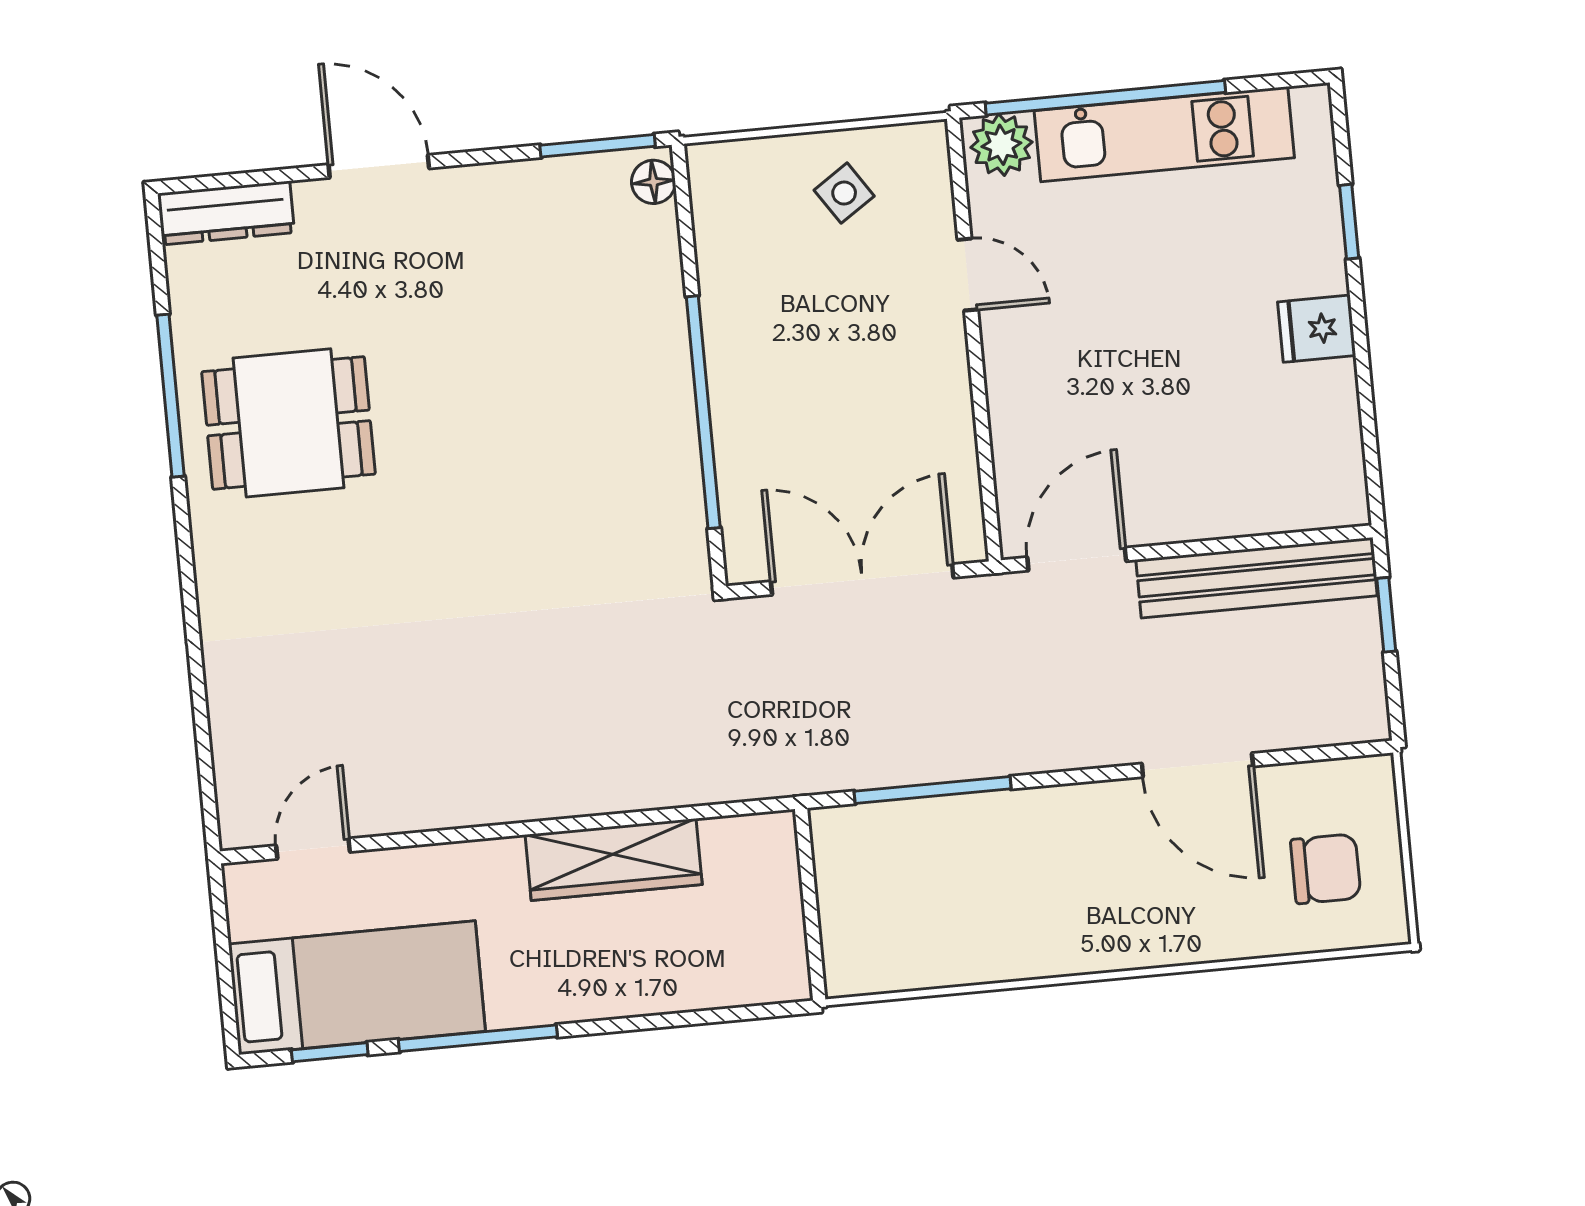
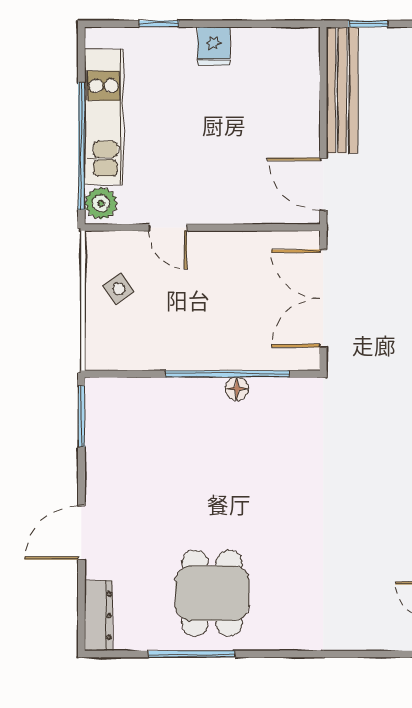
floor lamp: (653, 182) -> (237, 389), moved
door: (968, 275) -> (168, 227), swing flipped

